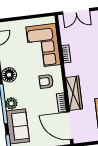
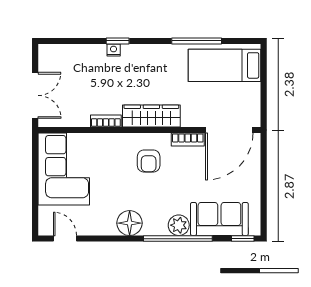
corner sofa: (43, 46) -> (64, 169), moved, turned -90
wardrobe: (74, 93) -> (151, 116), moved

